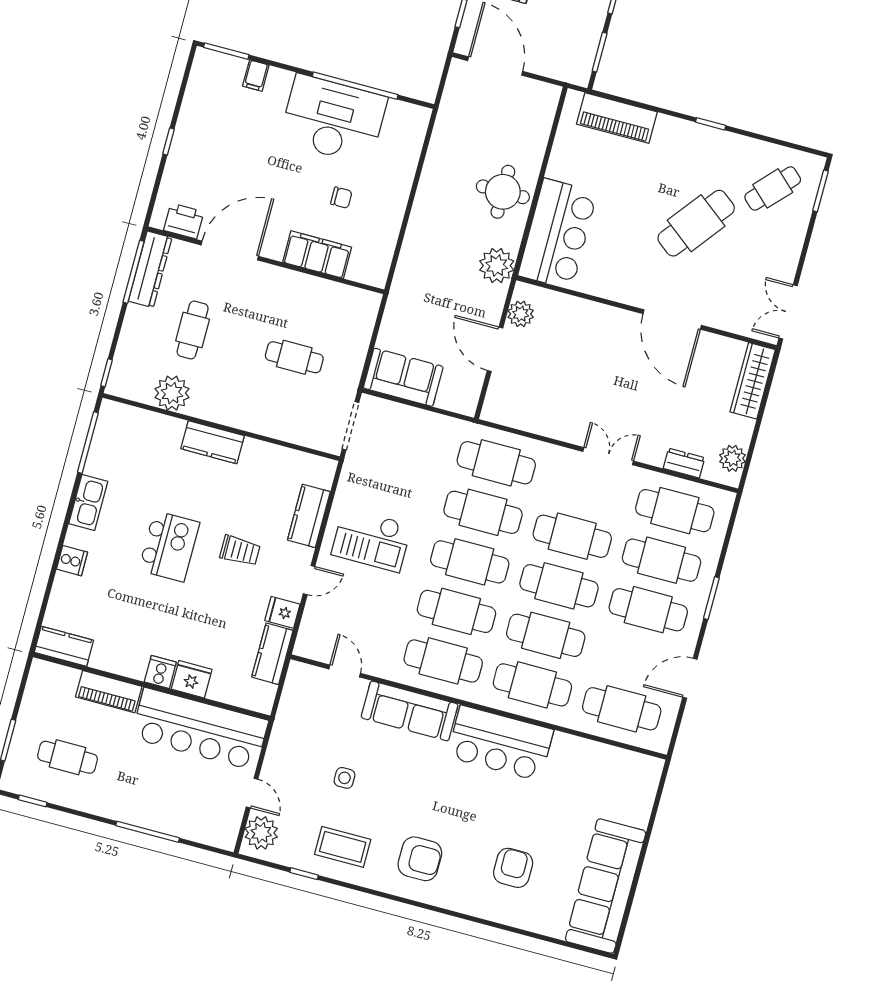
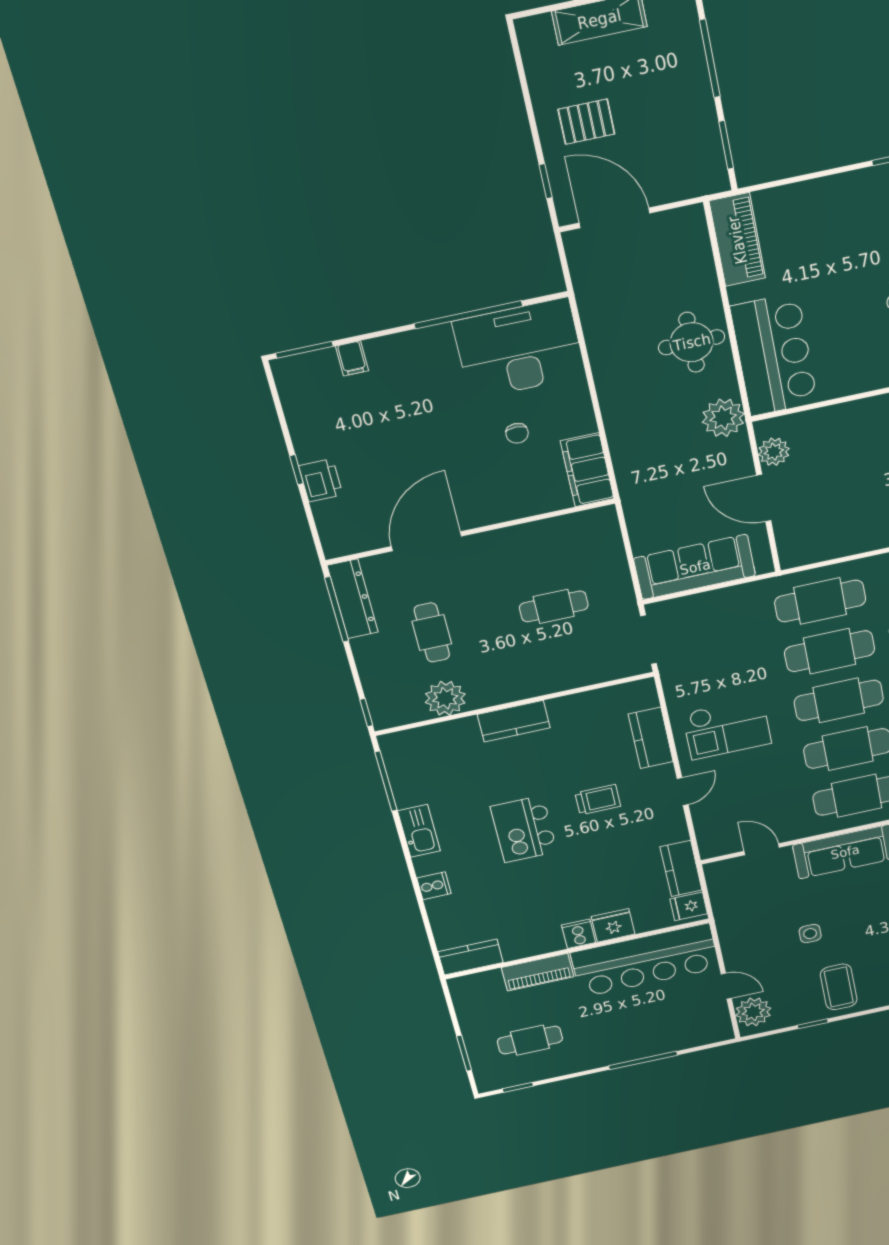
piano: (617, 118) -> (737, 240), moved, turned -90
desk: (333, 119) -> (519, 349), moved
chair: (341, 198) -> (517, 433), turned 90
printer: (184, 221) -> (321, 480), moved, turned 90
filing cabinet: (317, 255) -> (587, 470), moved, turned -90
sofa: (403, 377) -> (695, 567), width x1.36
kitchen island: (169, 546) -> (524, 829), turned 180
fridge: (282, 612) -> (689, 906), moved
coffee table: (343, 847) -> (839, 987), turned 90

